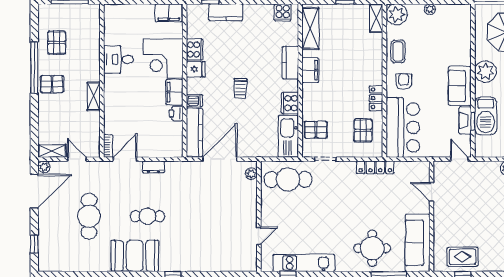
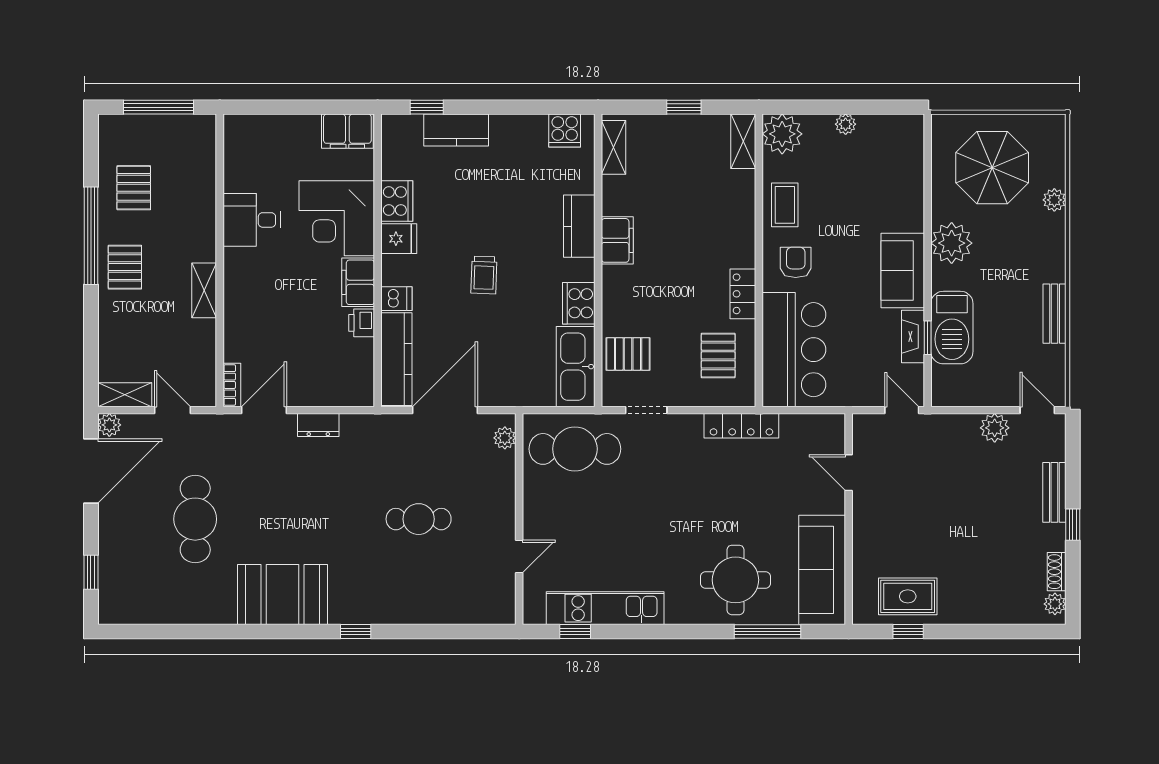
shelving: (310, 28) -> (614, 147), width x0.67, depth x0.75
pallet: (52, 84) -> (125, 267), turned 90
cafe table: (147, 216) -> (419, 519), moved

